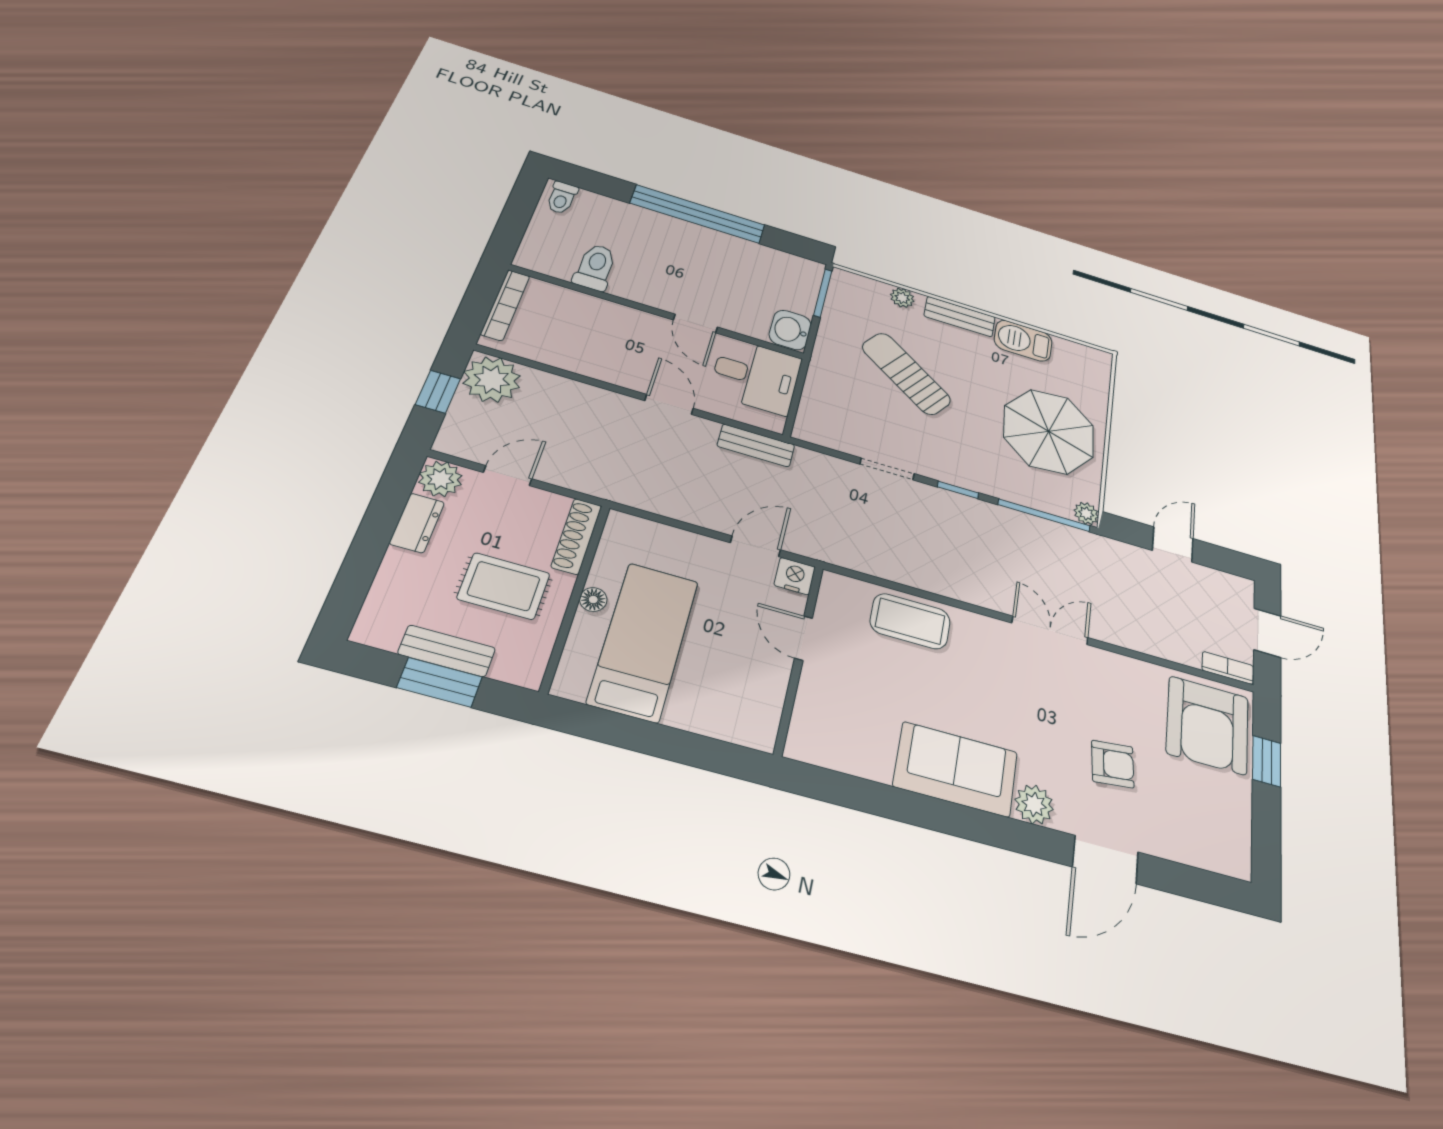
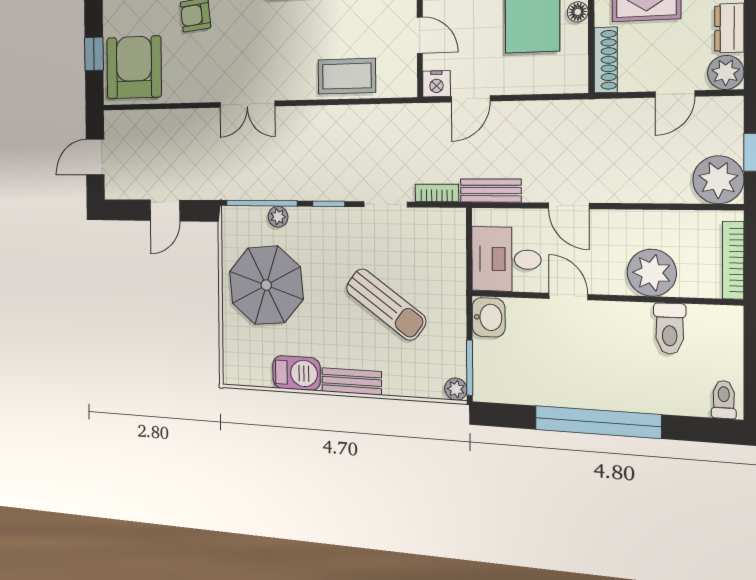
plant: (902, 298) -> (456, 389), moved
plant: (597, 319) -> (652, 273), added
plant: (1086, 513) -> (278, 217), moved
bookcase: (1228, 668) -> (437, 193), moved, turned 180

